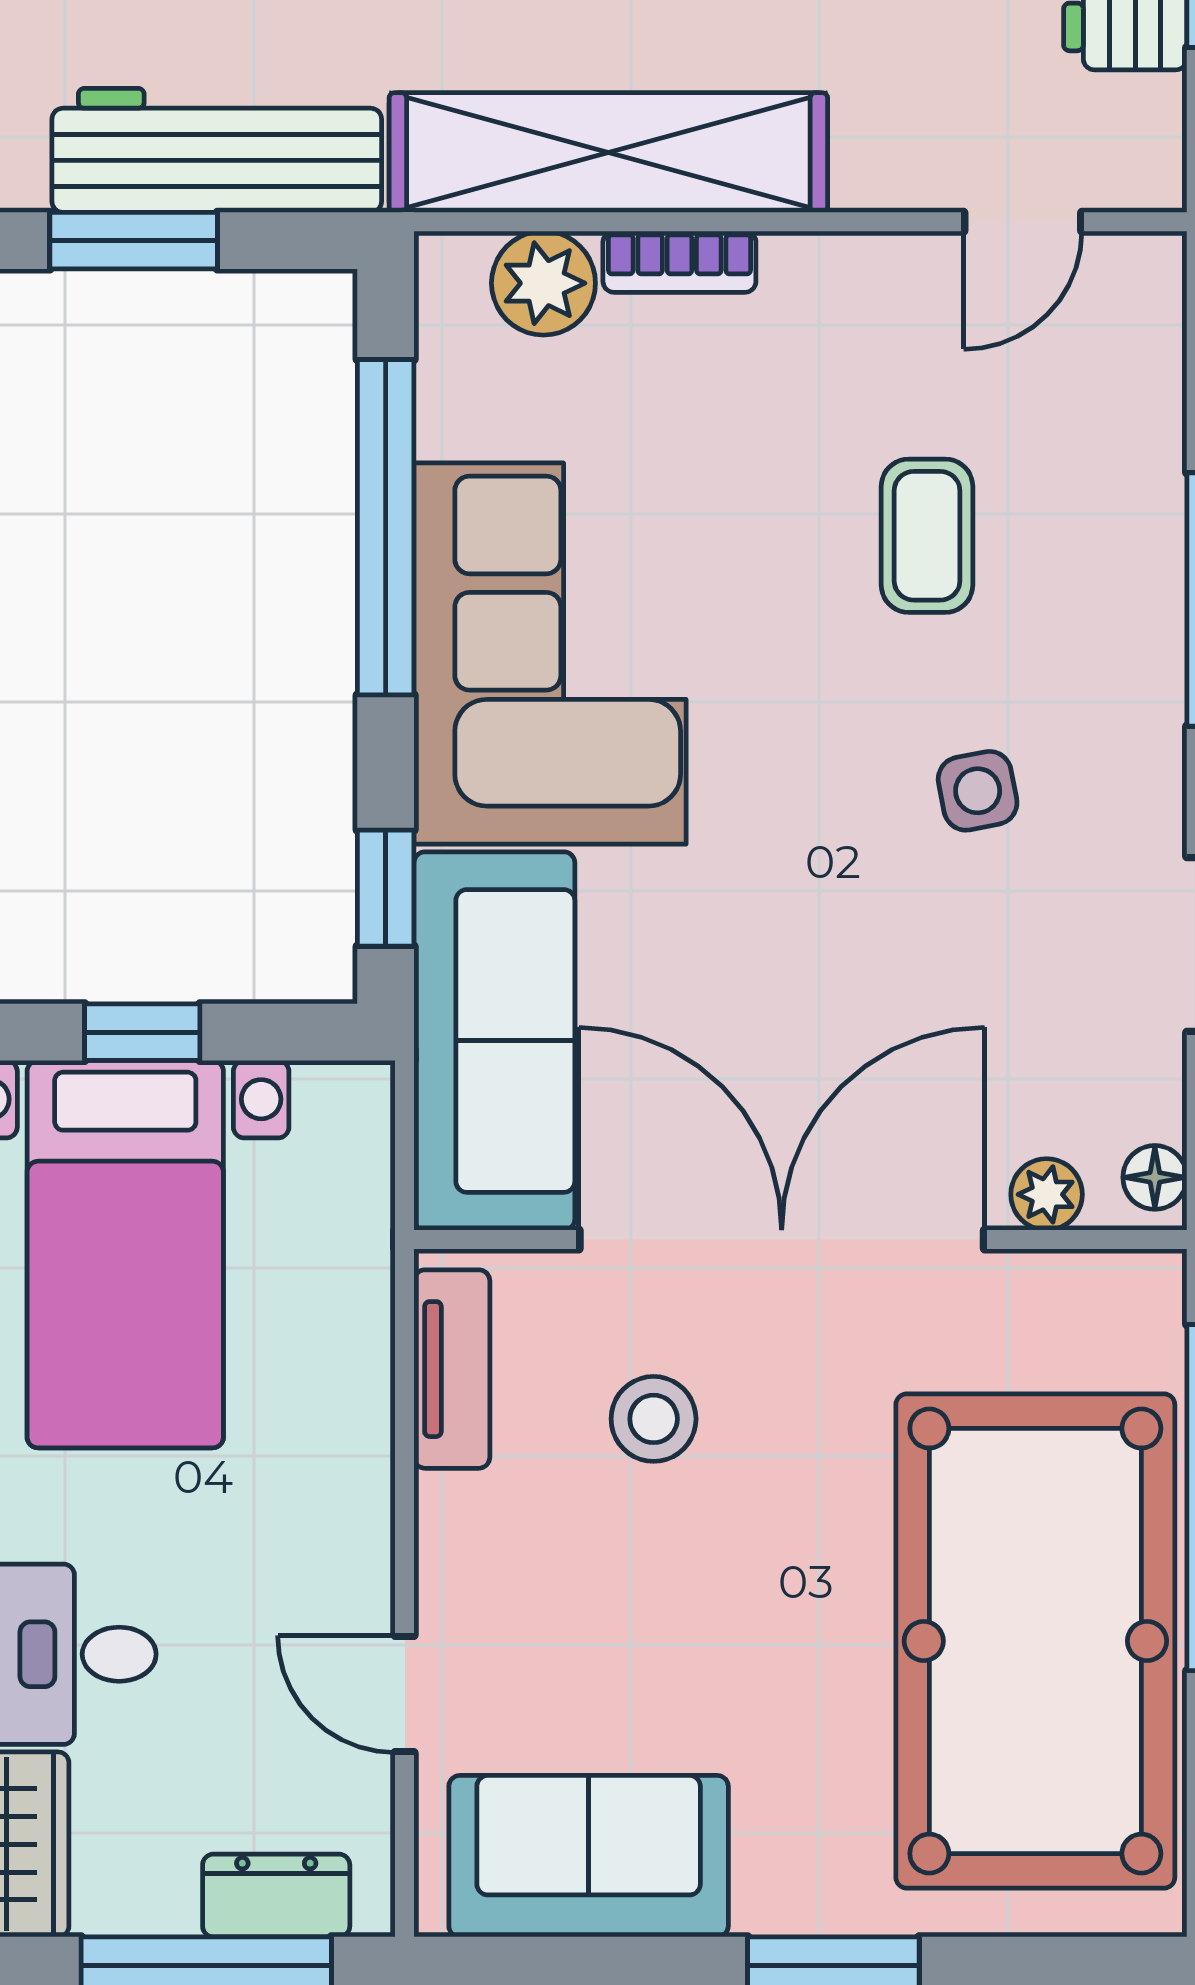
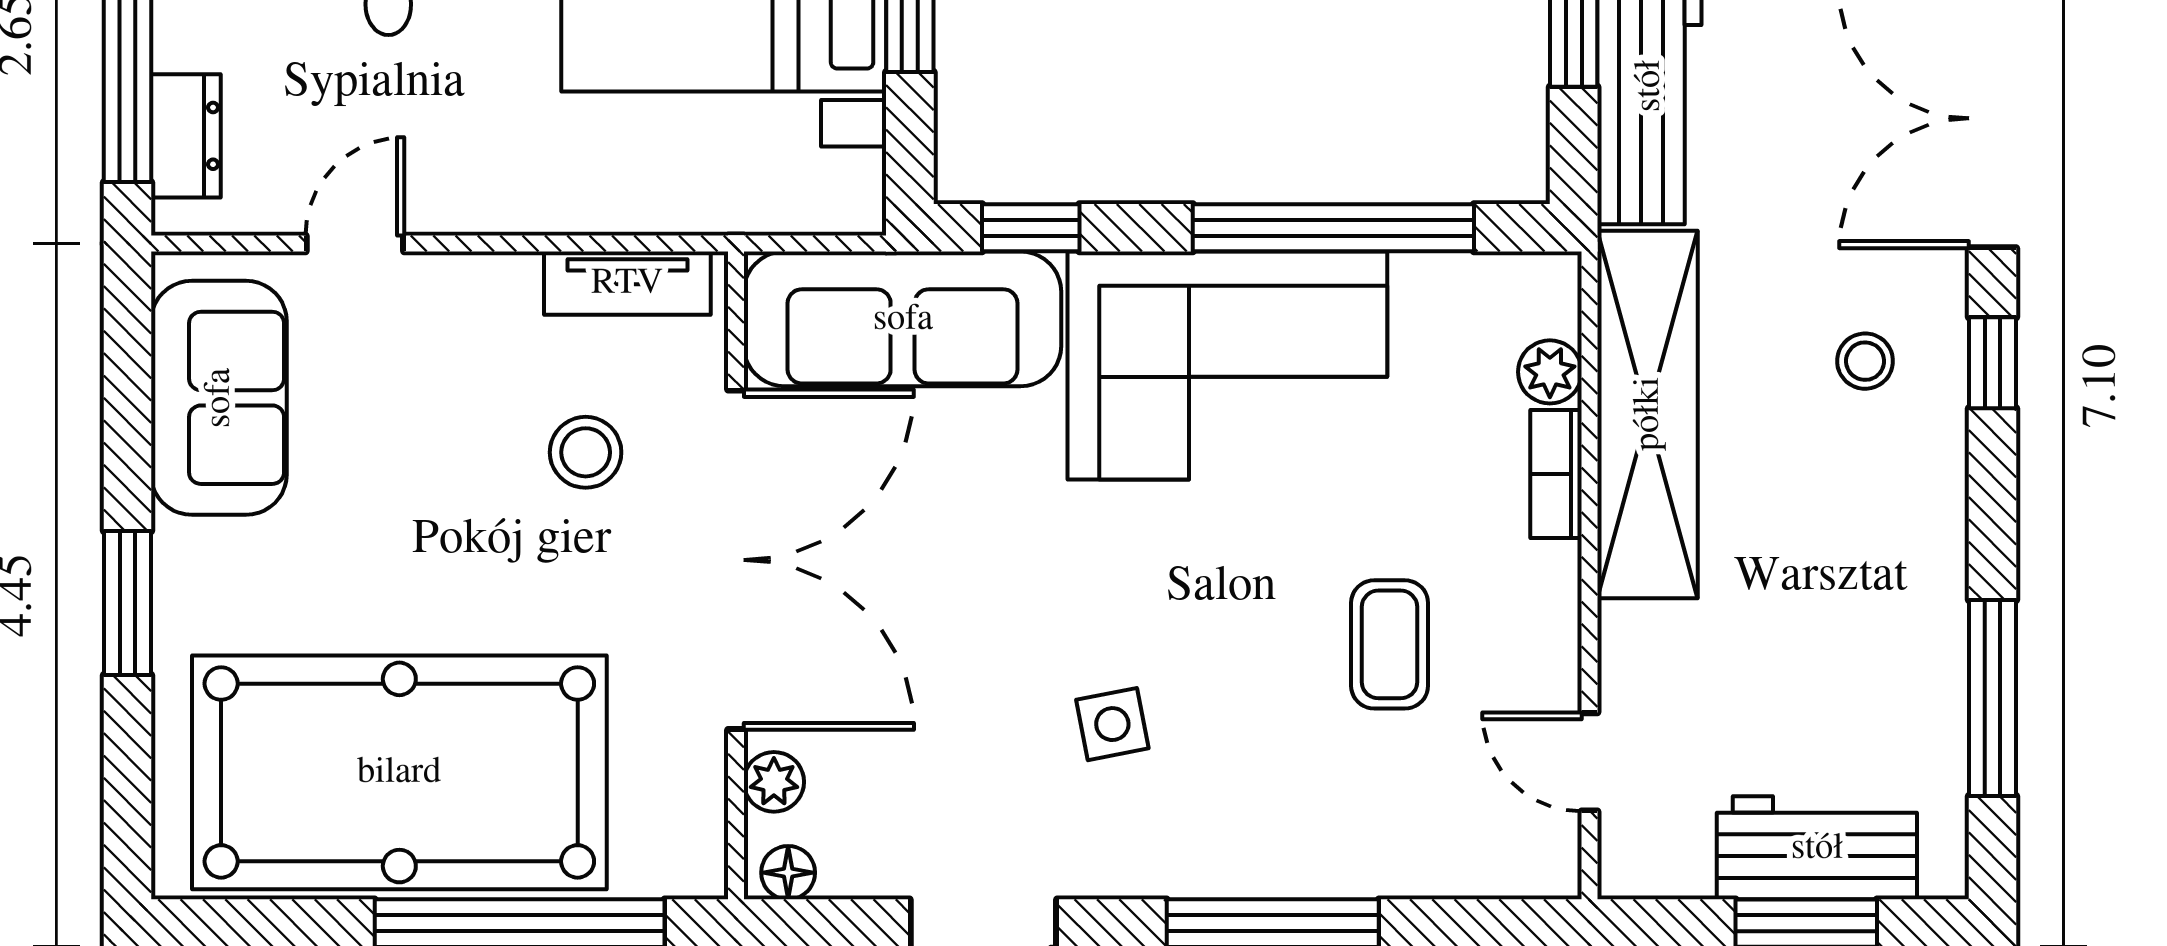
plant: (543, 283) -> (1550, 372), width x0.73, depth x0.73
coffee table: (927, 536) -> (1390, 644), moved, turned 90

